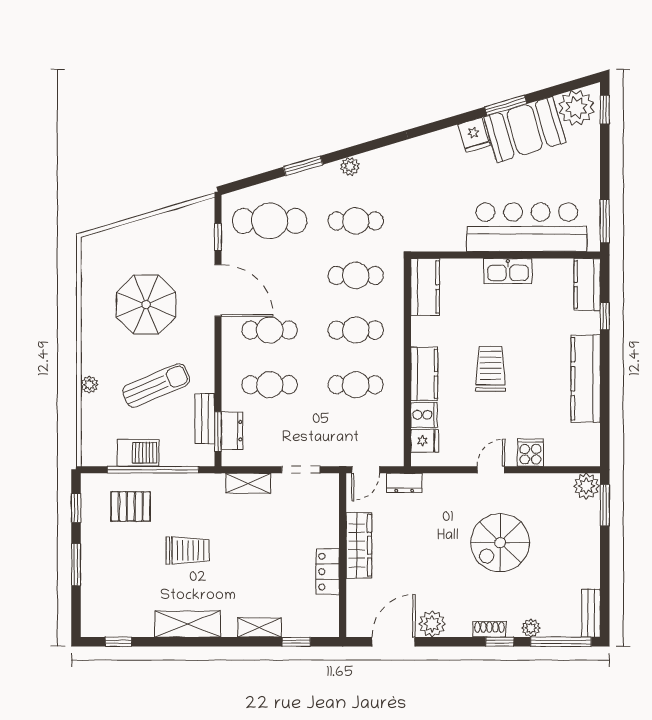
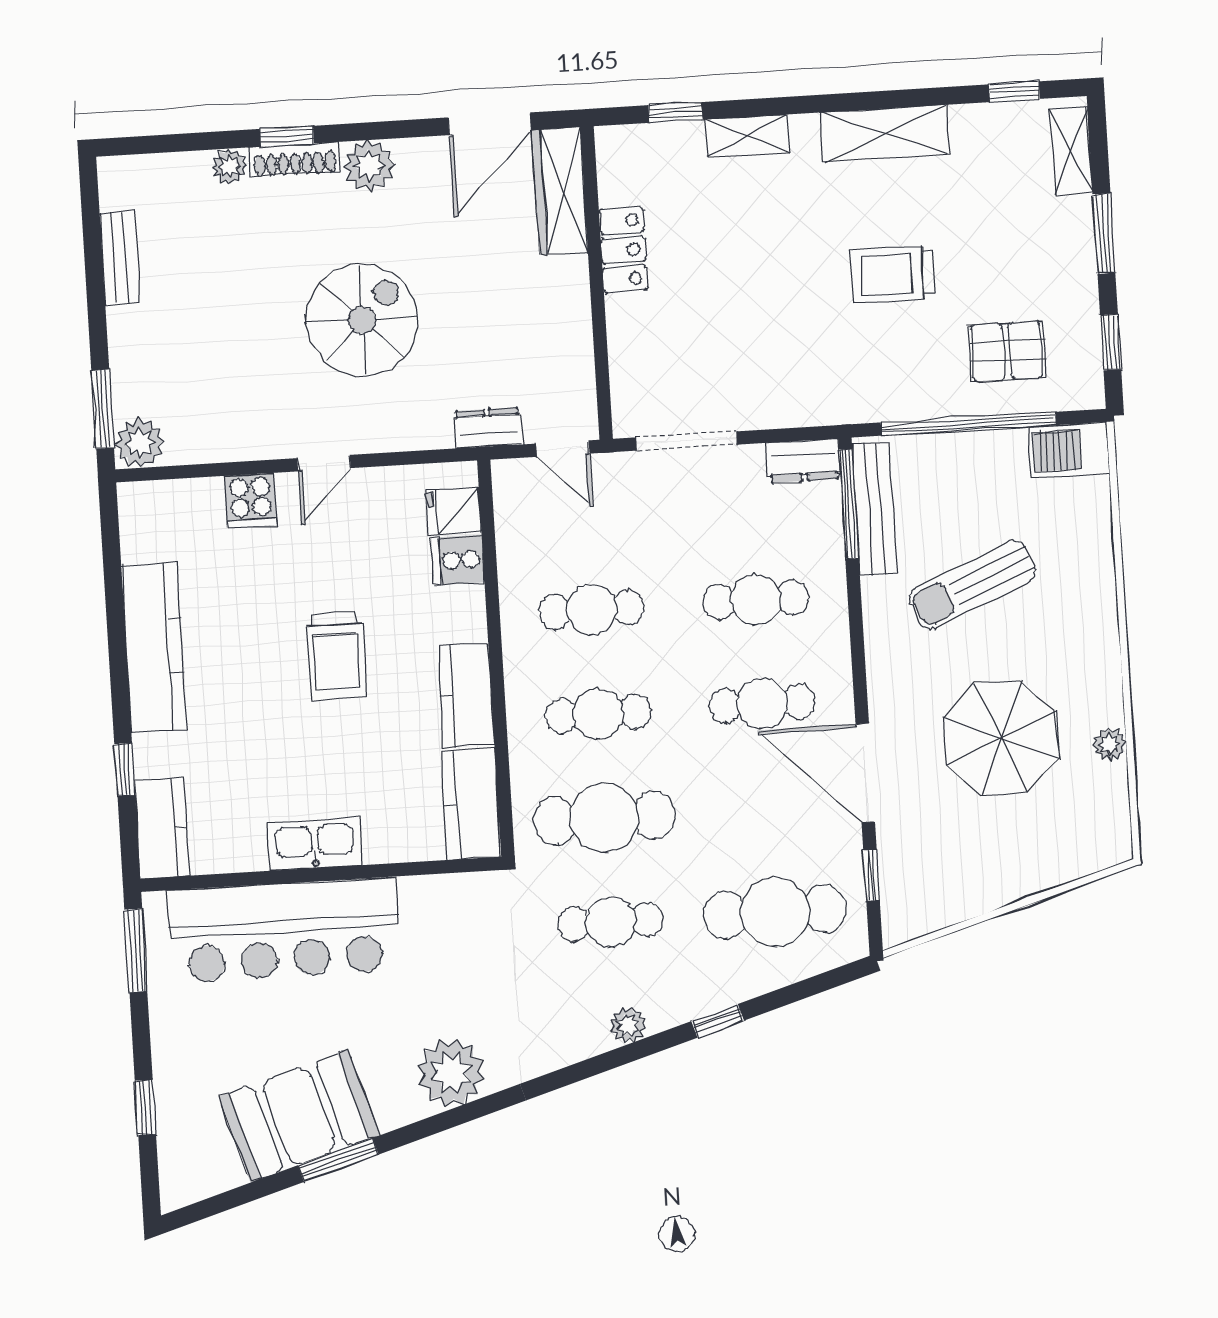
plant: (576, 108) -> (451, 1073), moved
window: (605, 110) -> (145, 1108), moved
fridge: (474, 135) -> (395, 1099), removed
window: (303, 166) -> (718, 1021), width x0.67
cafe table: (356, 275) -> (604, 818), width x1.37, depth x1.35
kitchen counter: (424, 374) -> (466, 695), moved
plant: (89, 385) -> (1110, 744), moved
bench: (205, 419) -> (874, 510), width x1.36
dresser: (232, 431) -> (803, 461), moved, turned -90
window: (218, 432) -> (849, 504), width x1.44
barbecue: (138, 453) -> (1069, 450), moved
doorway: (301, 470) -> (686, 441), width x1.38
door: (366, 470) -> (563, 449), swing flipped
shelving: (248, 483) -> (1071, 151), moved, turned 90
spiral stairs: (500, 543) -> (362, 320), moved
wardrobe: (359, 545) -> (560, 191), moved
bench: (591, 613) -> (120, 258), moved
plant: (432, 624) -> (369, 165), moved
shoe rack: (489, 629) -> (295, 160), width x1.43
window: (561, 642) -> (170, 143), removed

